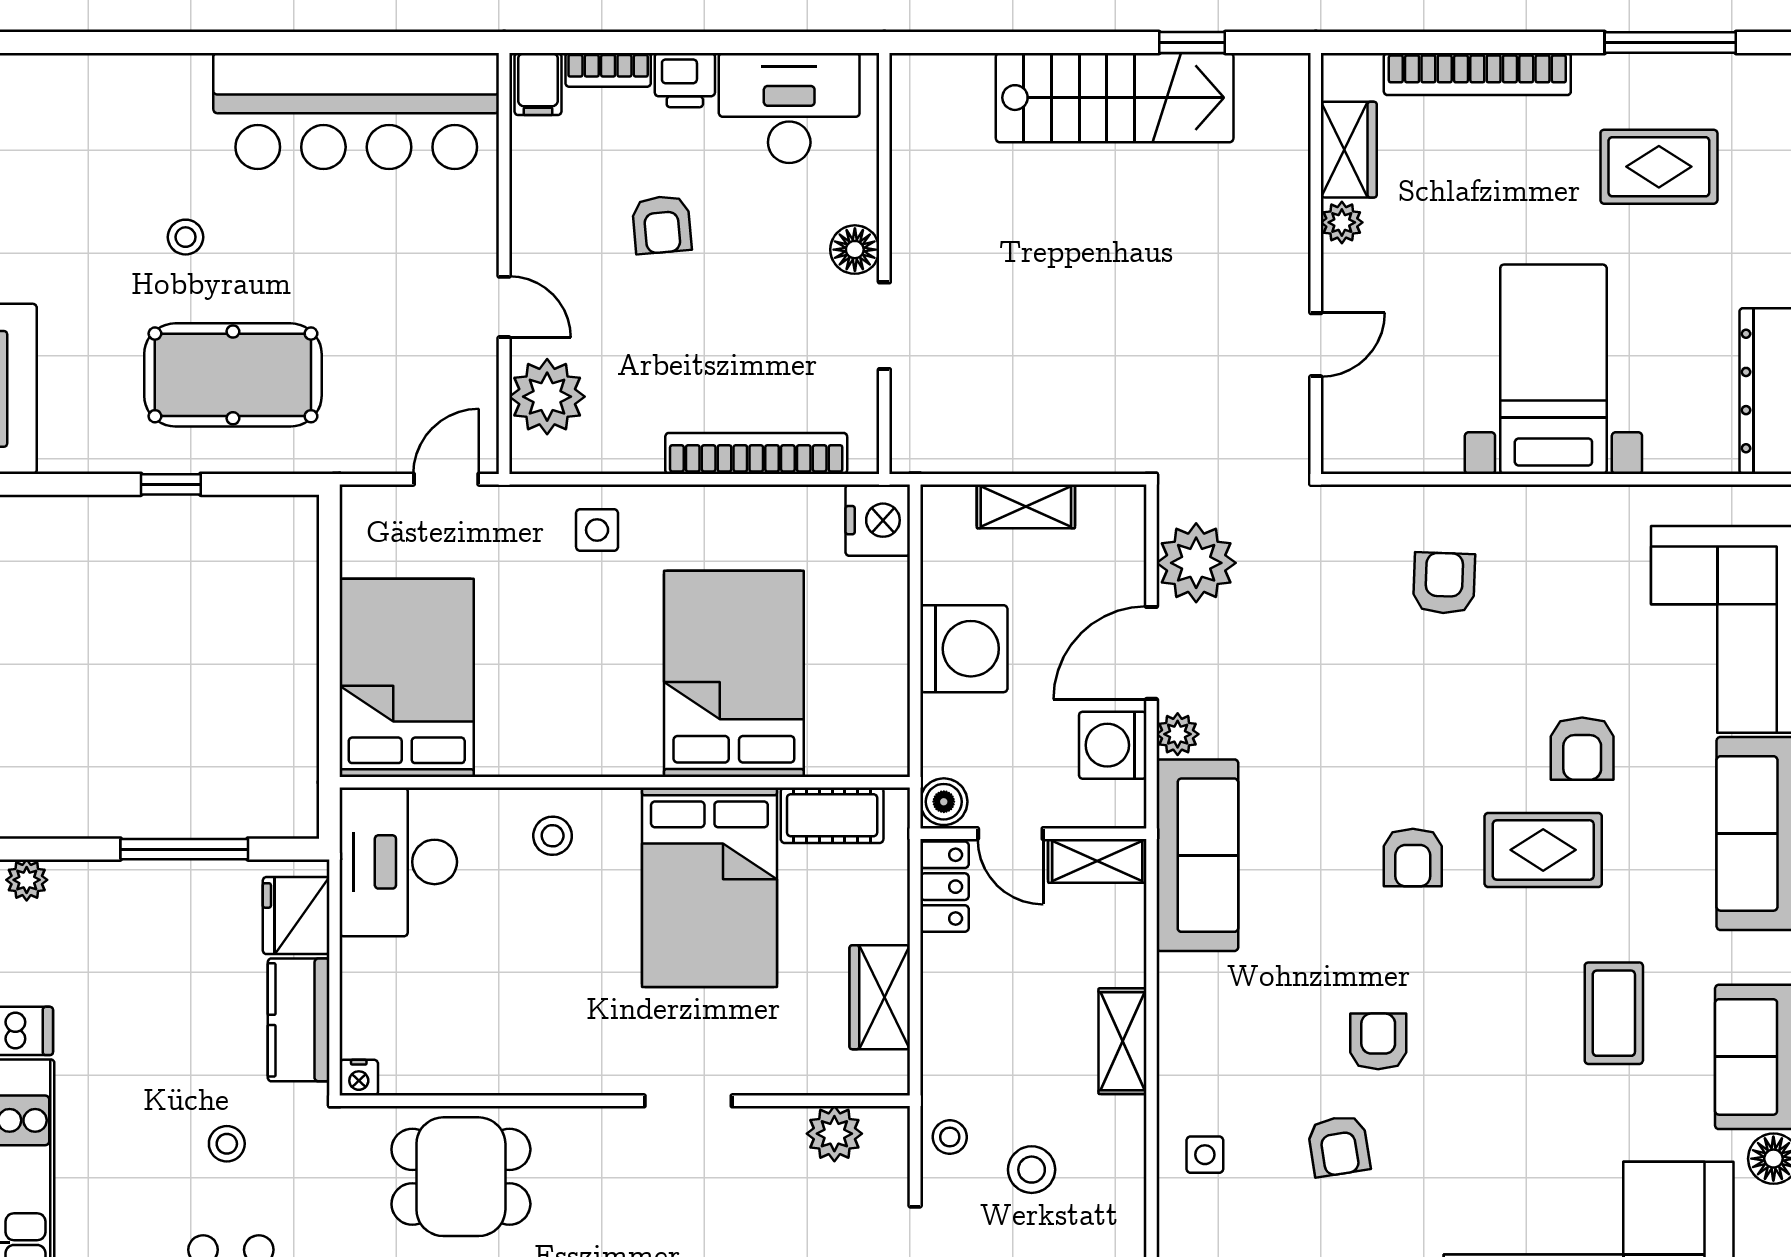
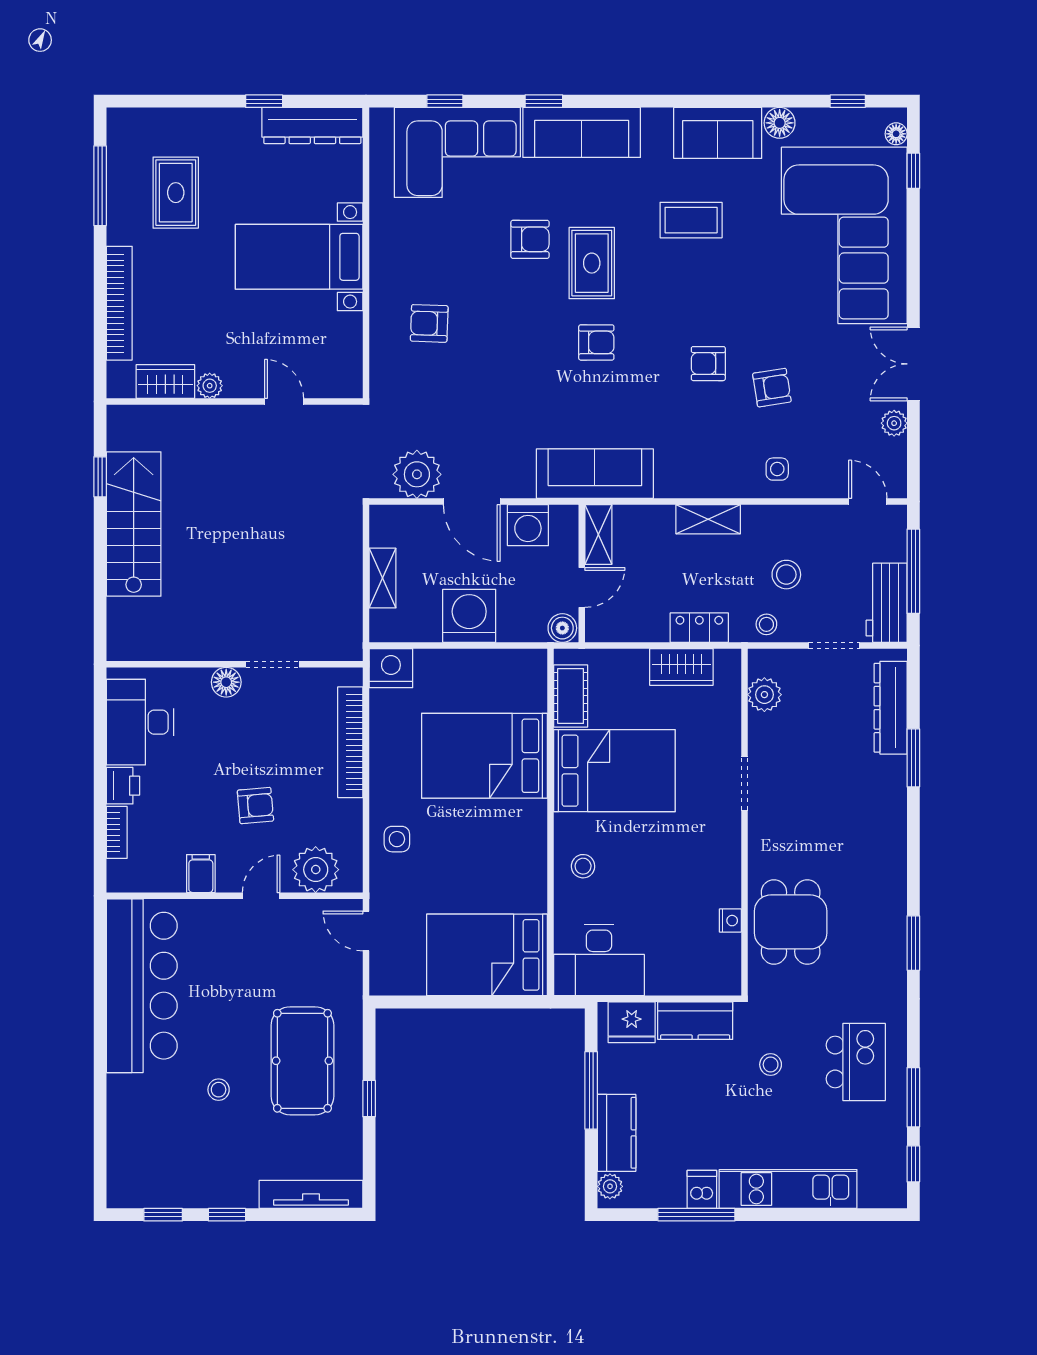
filing cabinet: (538, 84) -> (201, 874), moved, turned -90
armchair: (662, 225) -> (255, 806), moved
plant: (1178, 734) -> (521, 486), removed
locker: (944, 887) -> (699, 628), moved
kitchen counter: (115, 891) -> (617, 1133), added
nightstand: (359, 1078) -> (730, 921), moved

